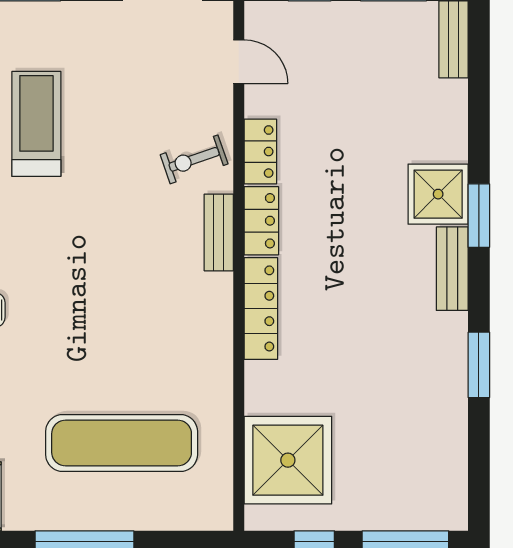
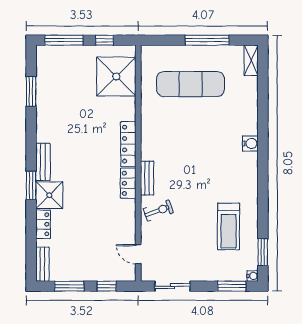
locker: (260, 152) -> (43, 224), moved, turned 180
window: (479, 365) -> (31, 91), moved

